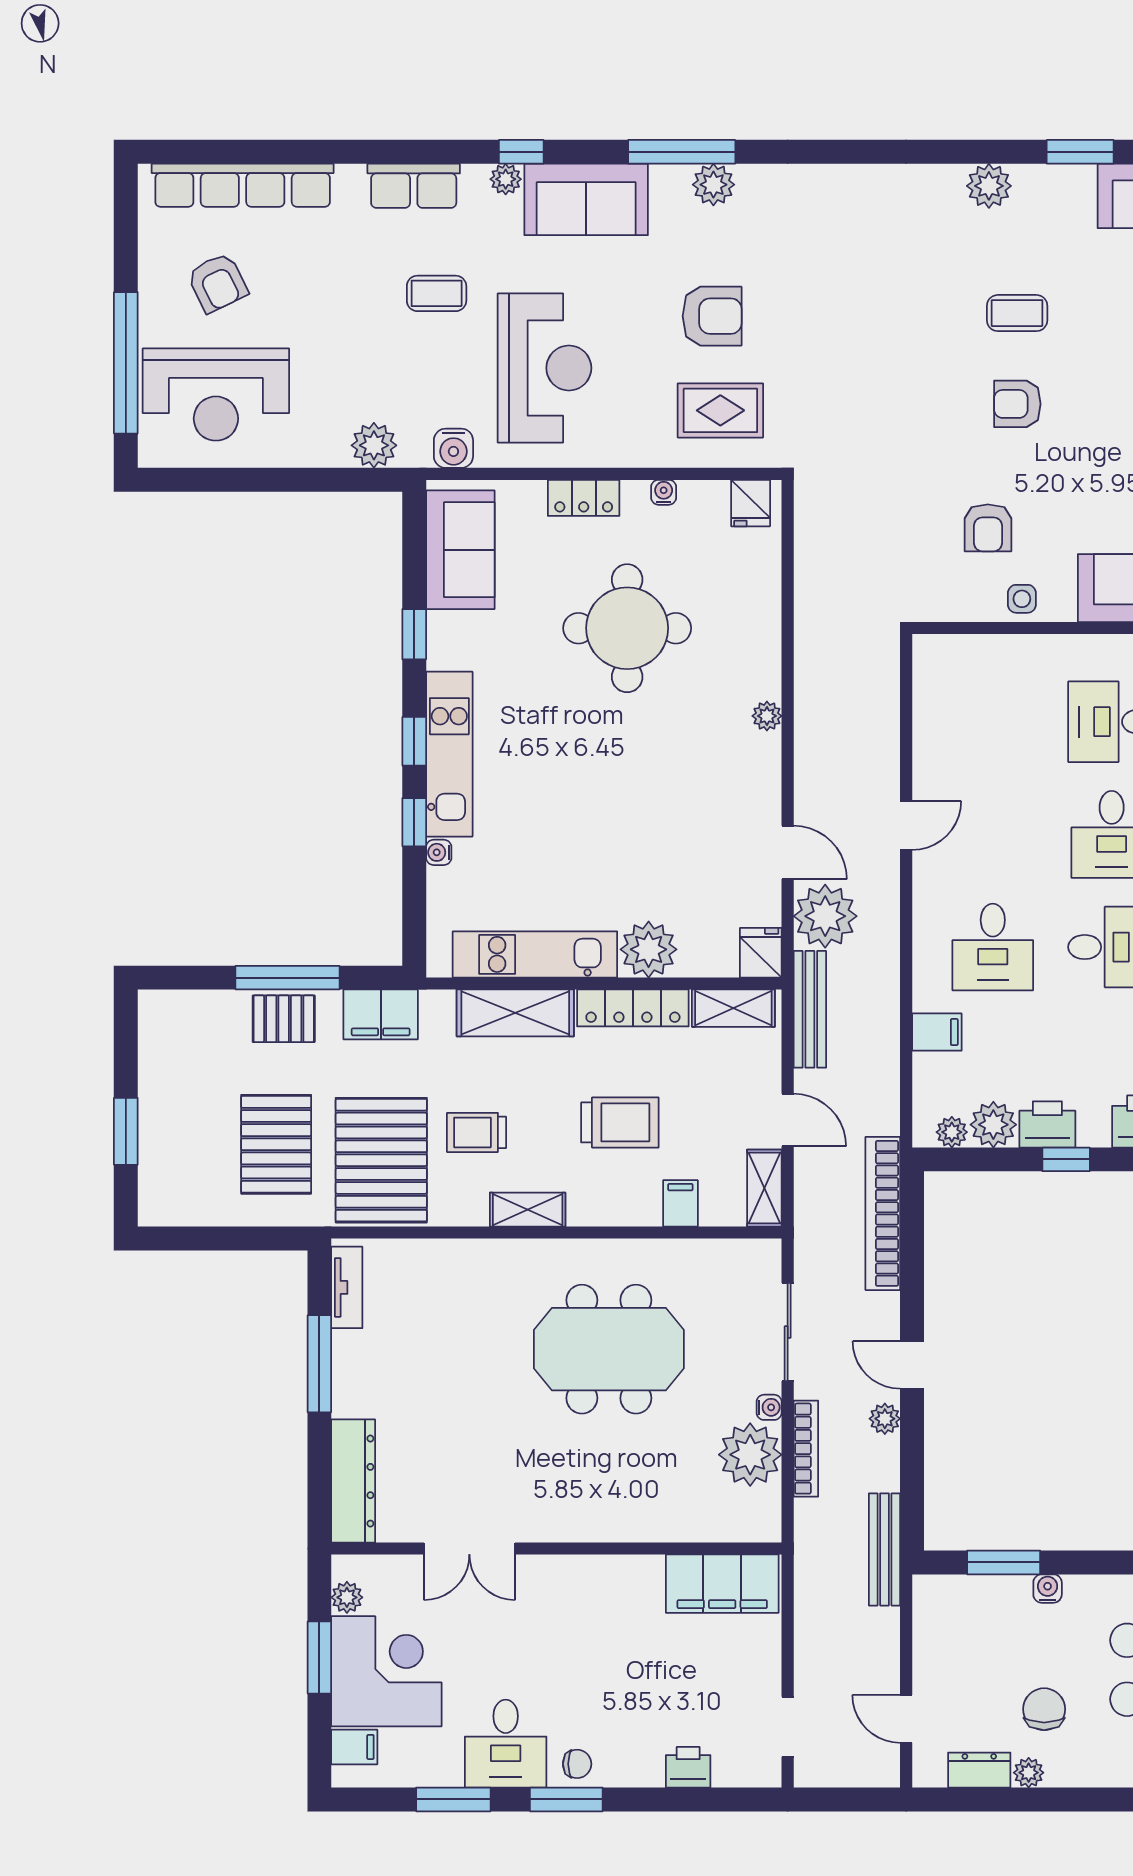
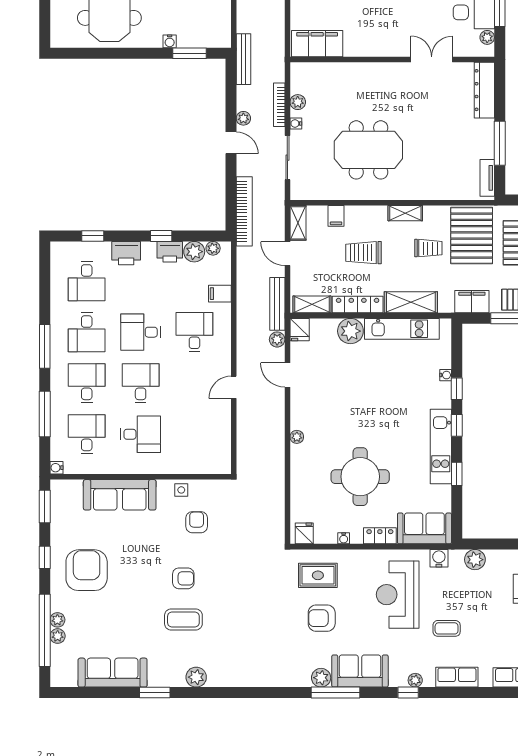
sofa: (586, 199) -> (360, 671), moved
coffee table: (1017, 313) -> (183, 620), width x1.36, depth x1.30
sofa: (460, 550) -> (424, 528), moved, turned 90
kitchen unit: (449, 754) -> (441, 447), moved
plant: (825, 916) -> (277, 339), width x0.53, depth x0.53
plant: (750, 1455) -> (298, 102), width x0.53, depth x0.53

